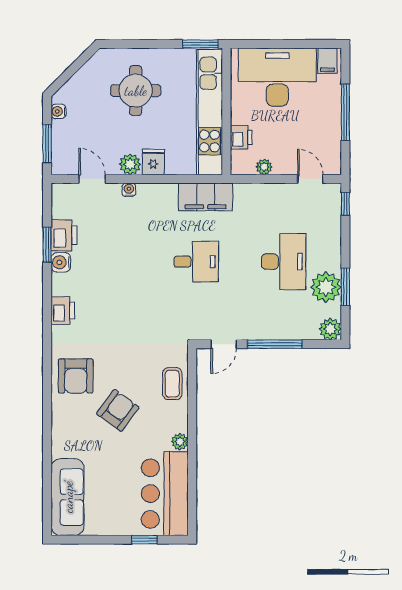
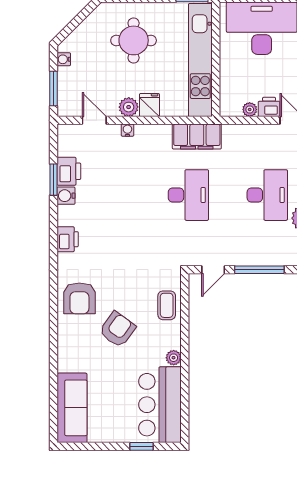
printer: (241, 137) -> (269, 107), moved, turned -90
desk: (196, 262) -> (188, 195), width x1.37

